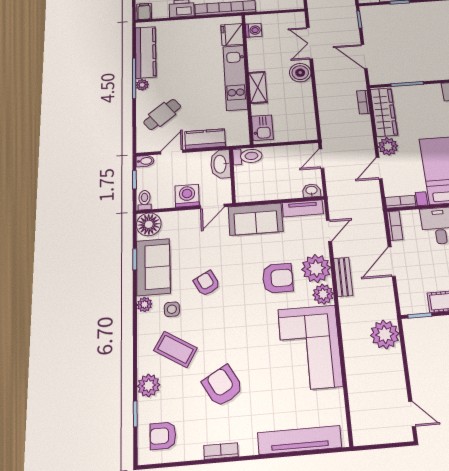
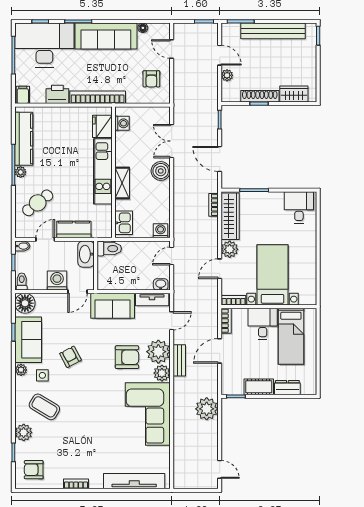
washing machine: (306, 133) -> (161, 231), added
armchair: (223, 386) -> (79, 437), removed

